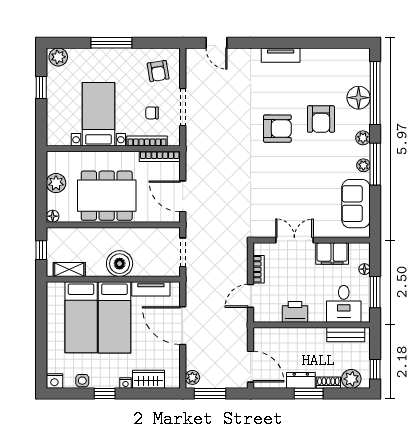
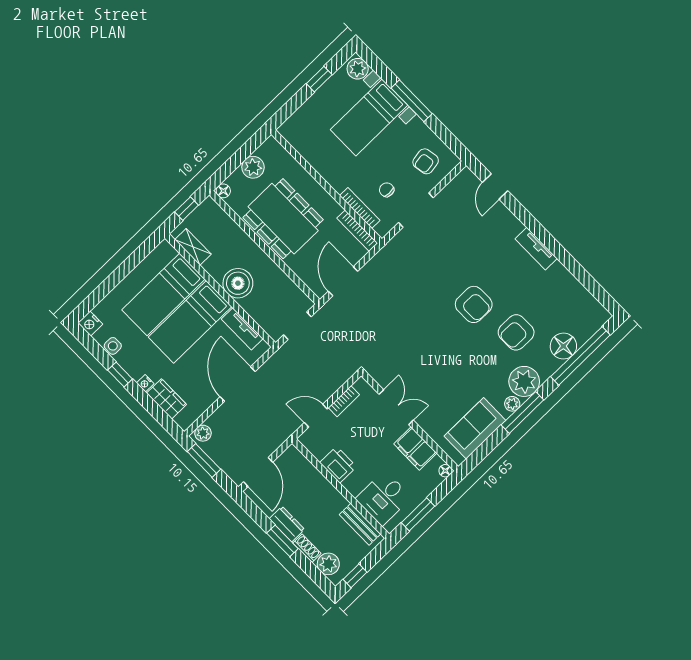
bed with nightstands: (98, 114) -> (369, 117), moved, turned 180
plant: (363, 138) -> (524, 381), width x1.88, depth x1.88
floor lamp: (364, 269) -> (445, 471), moved

